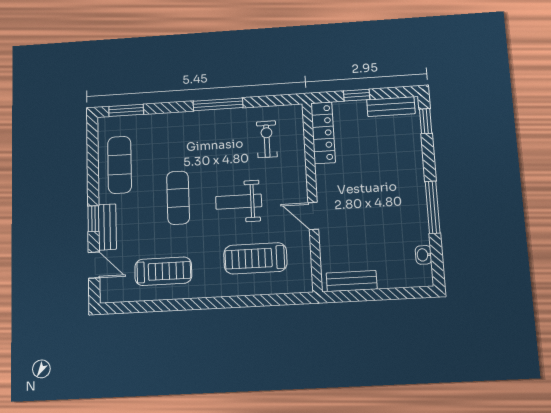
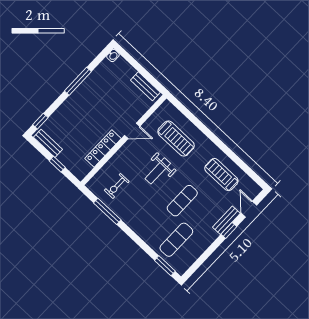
window: (218, 104) -> (107, 211), moved
locker: (323, 133) -> (103, 149), moved
exercise mat: (120, 165) -> (176, 240), moved
weight bench: (239, 202) -> (158, 171), turned 90
door: (313, 216) -> (132, 131), hinge flipped
washbasin: (423, 255) -> (113, 56), moved

